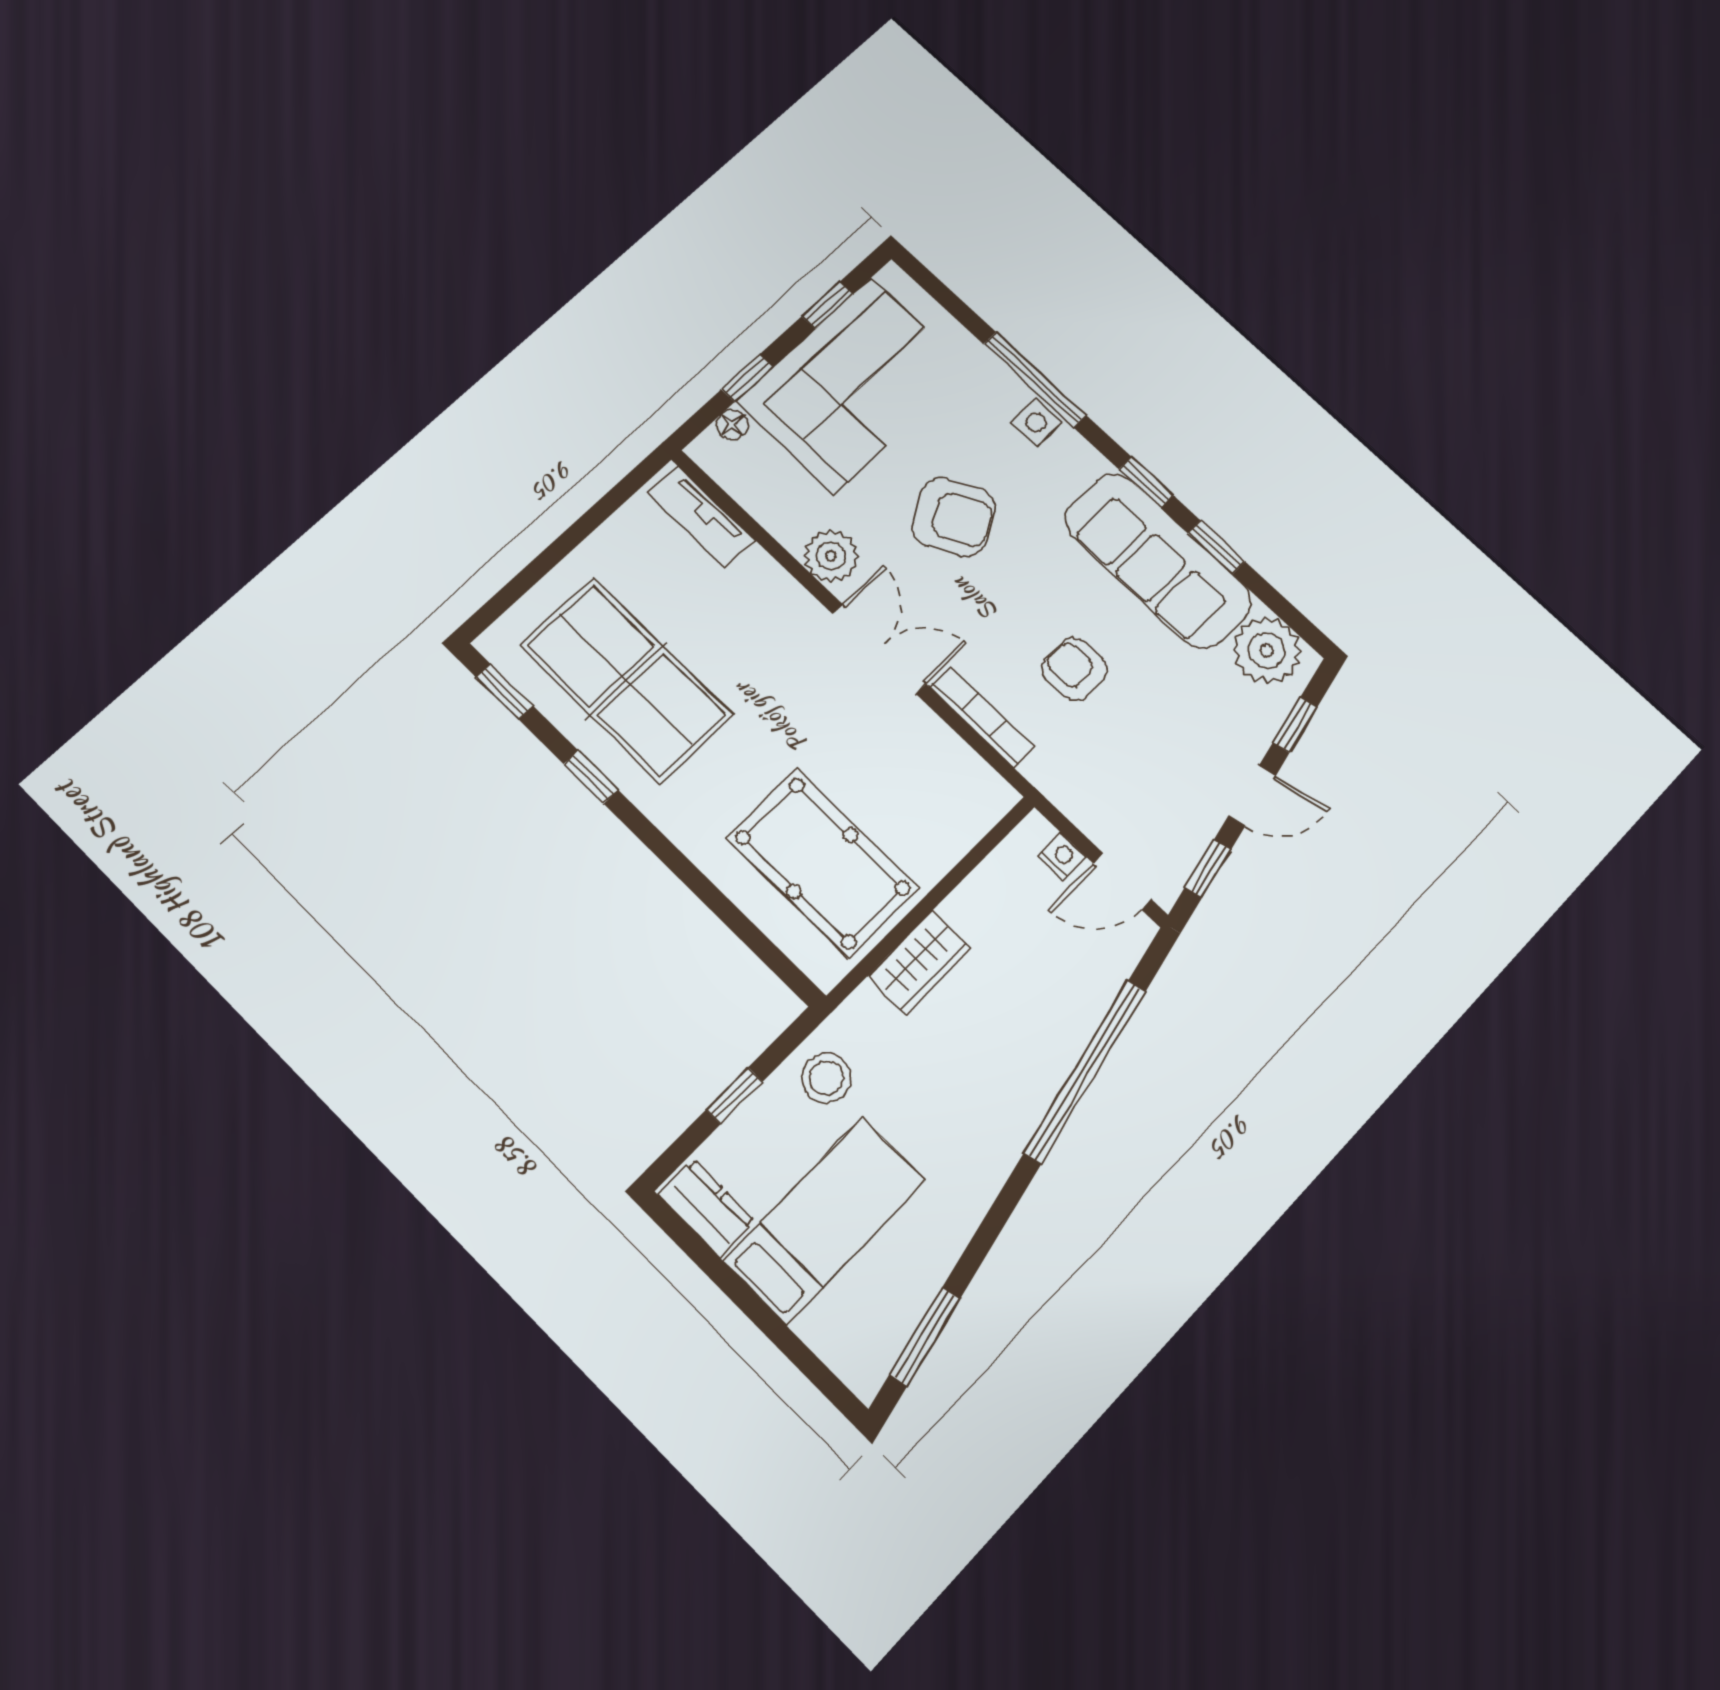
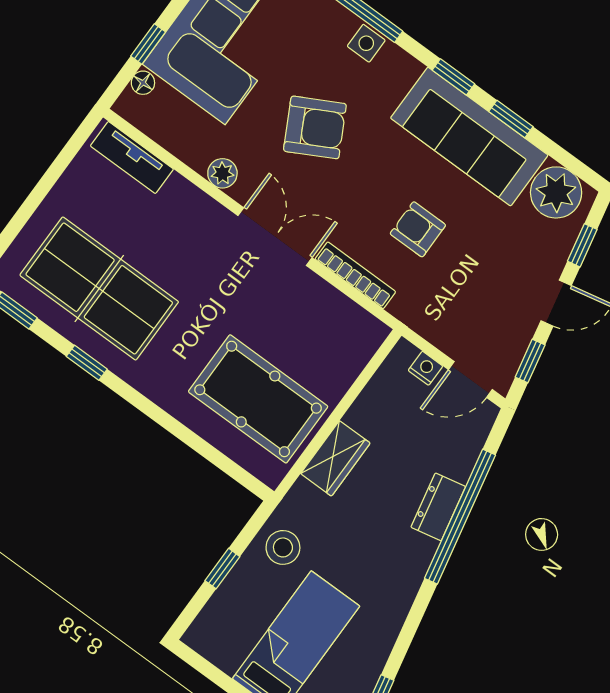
plant: (831, 556) -> (222, 173), width x0.73, depth x0.73
dresser: (707, 1208) -> (438, 507), moved, turned -102

